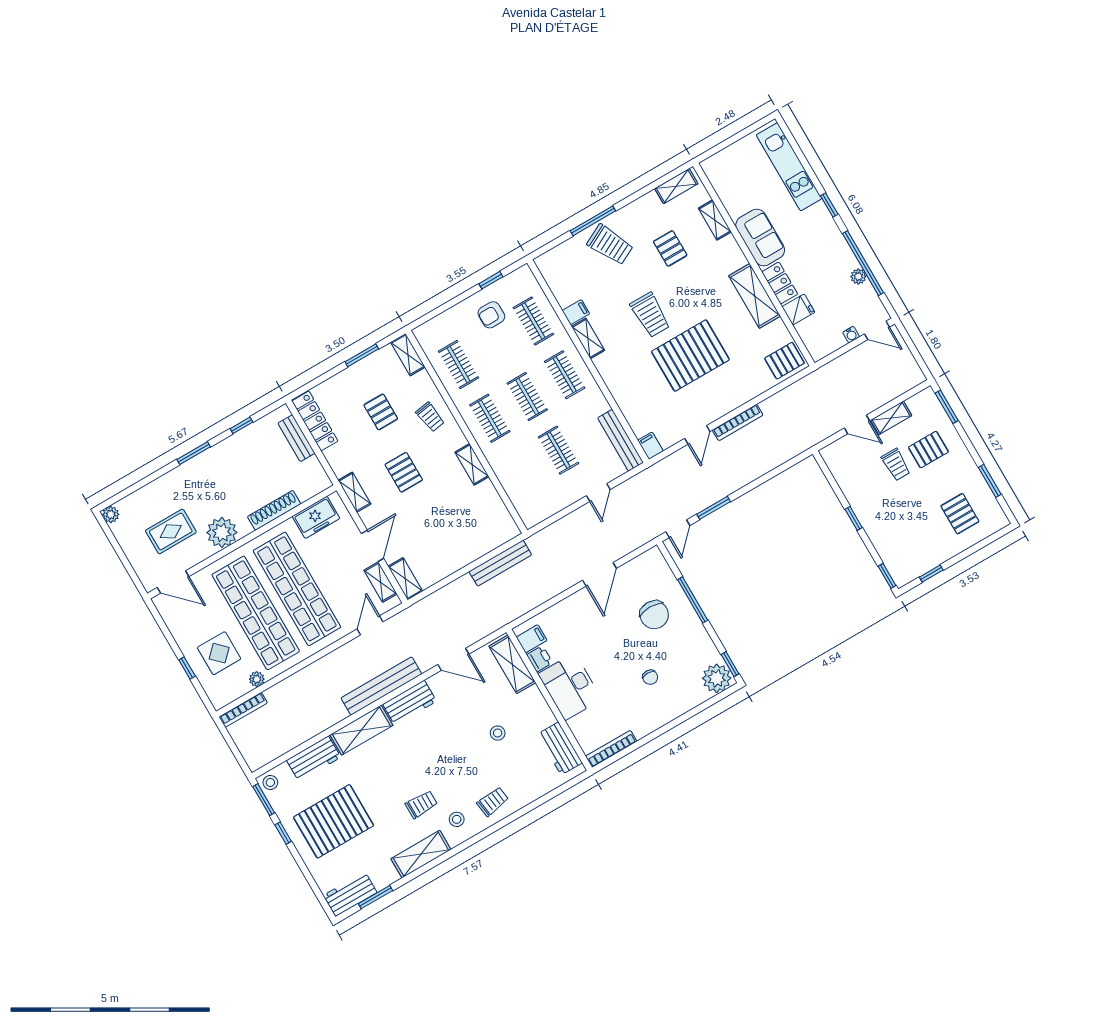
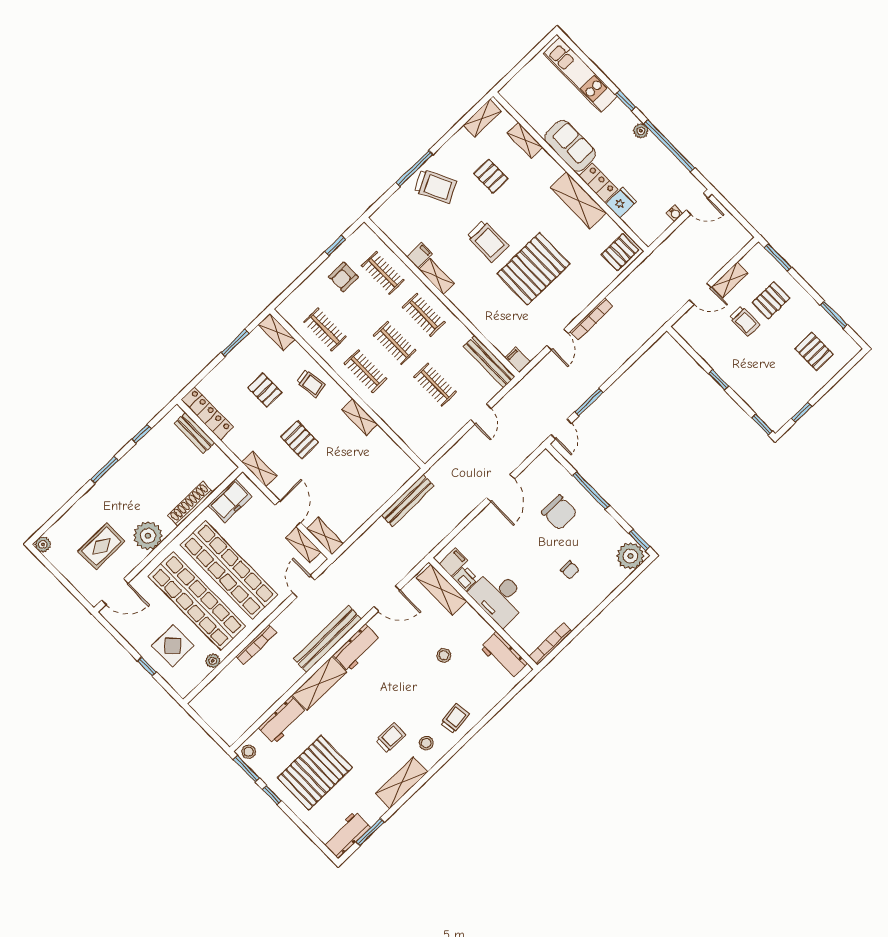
plant: (858, 277) -> (641, 131), moved
bookcase: (243, 710) -> (256, 645), moved

